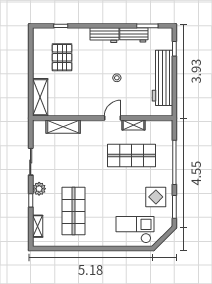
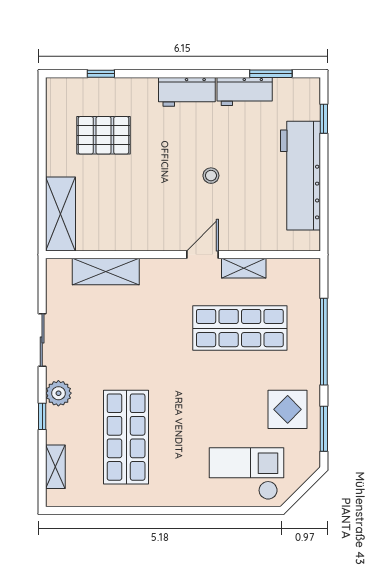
pallet: (62, 57) -> (103, 135), turned 90

